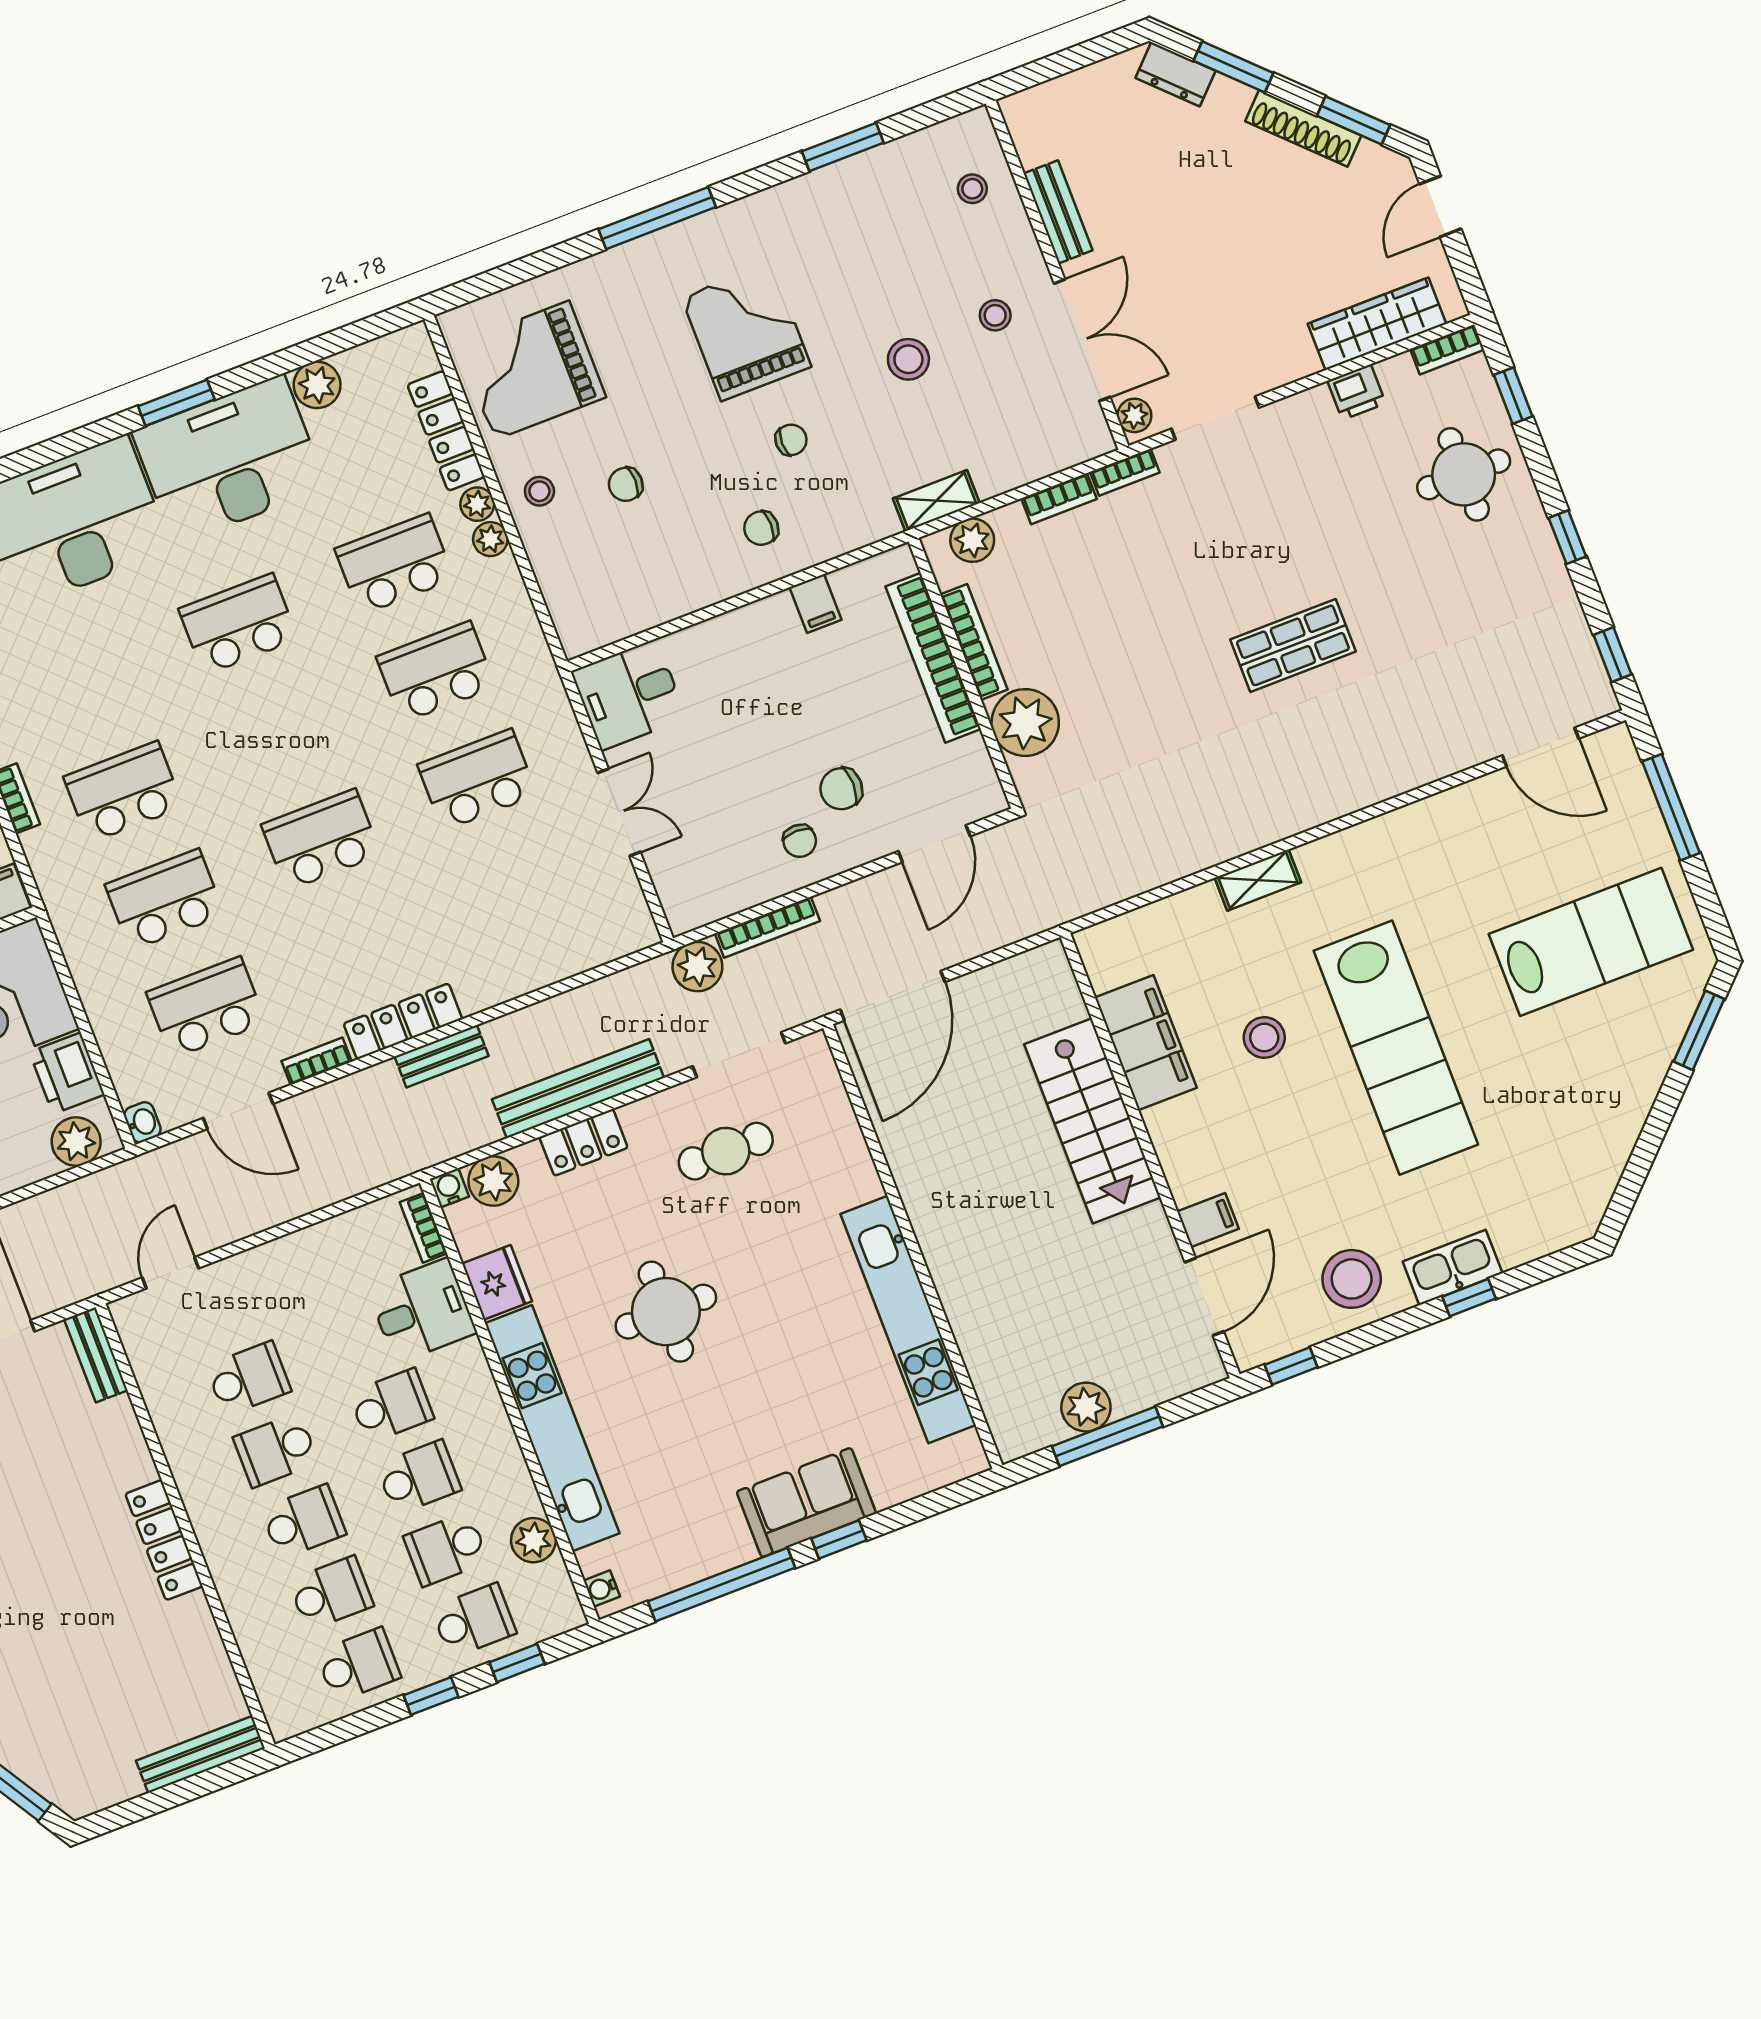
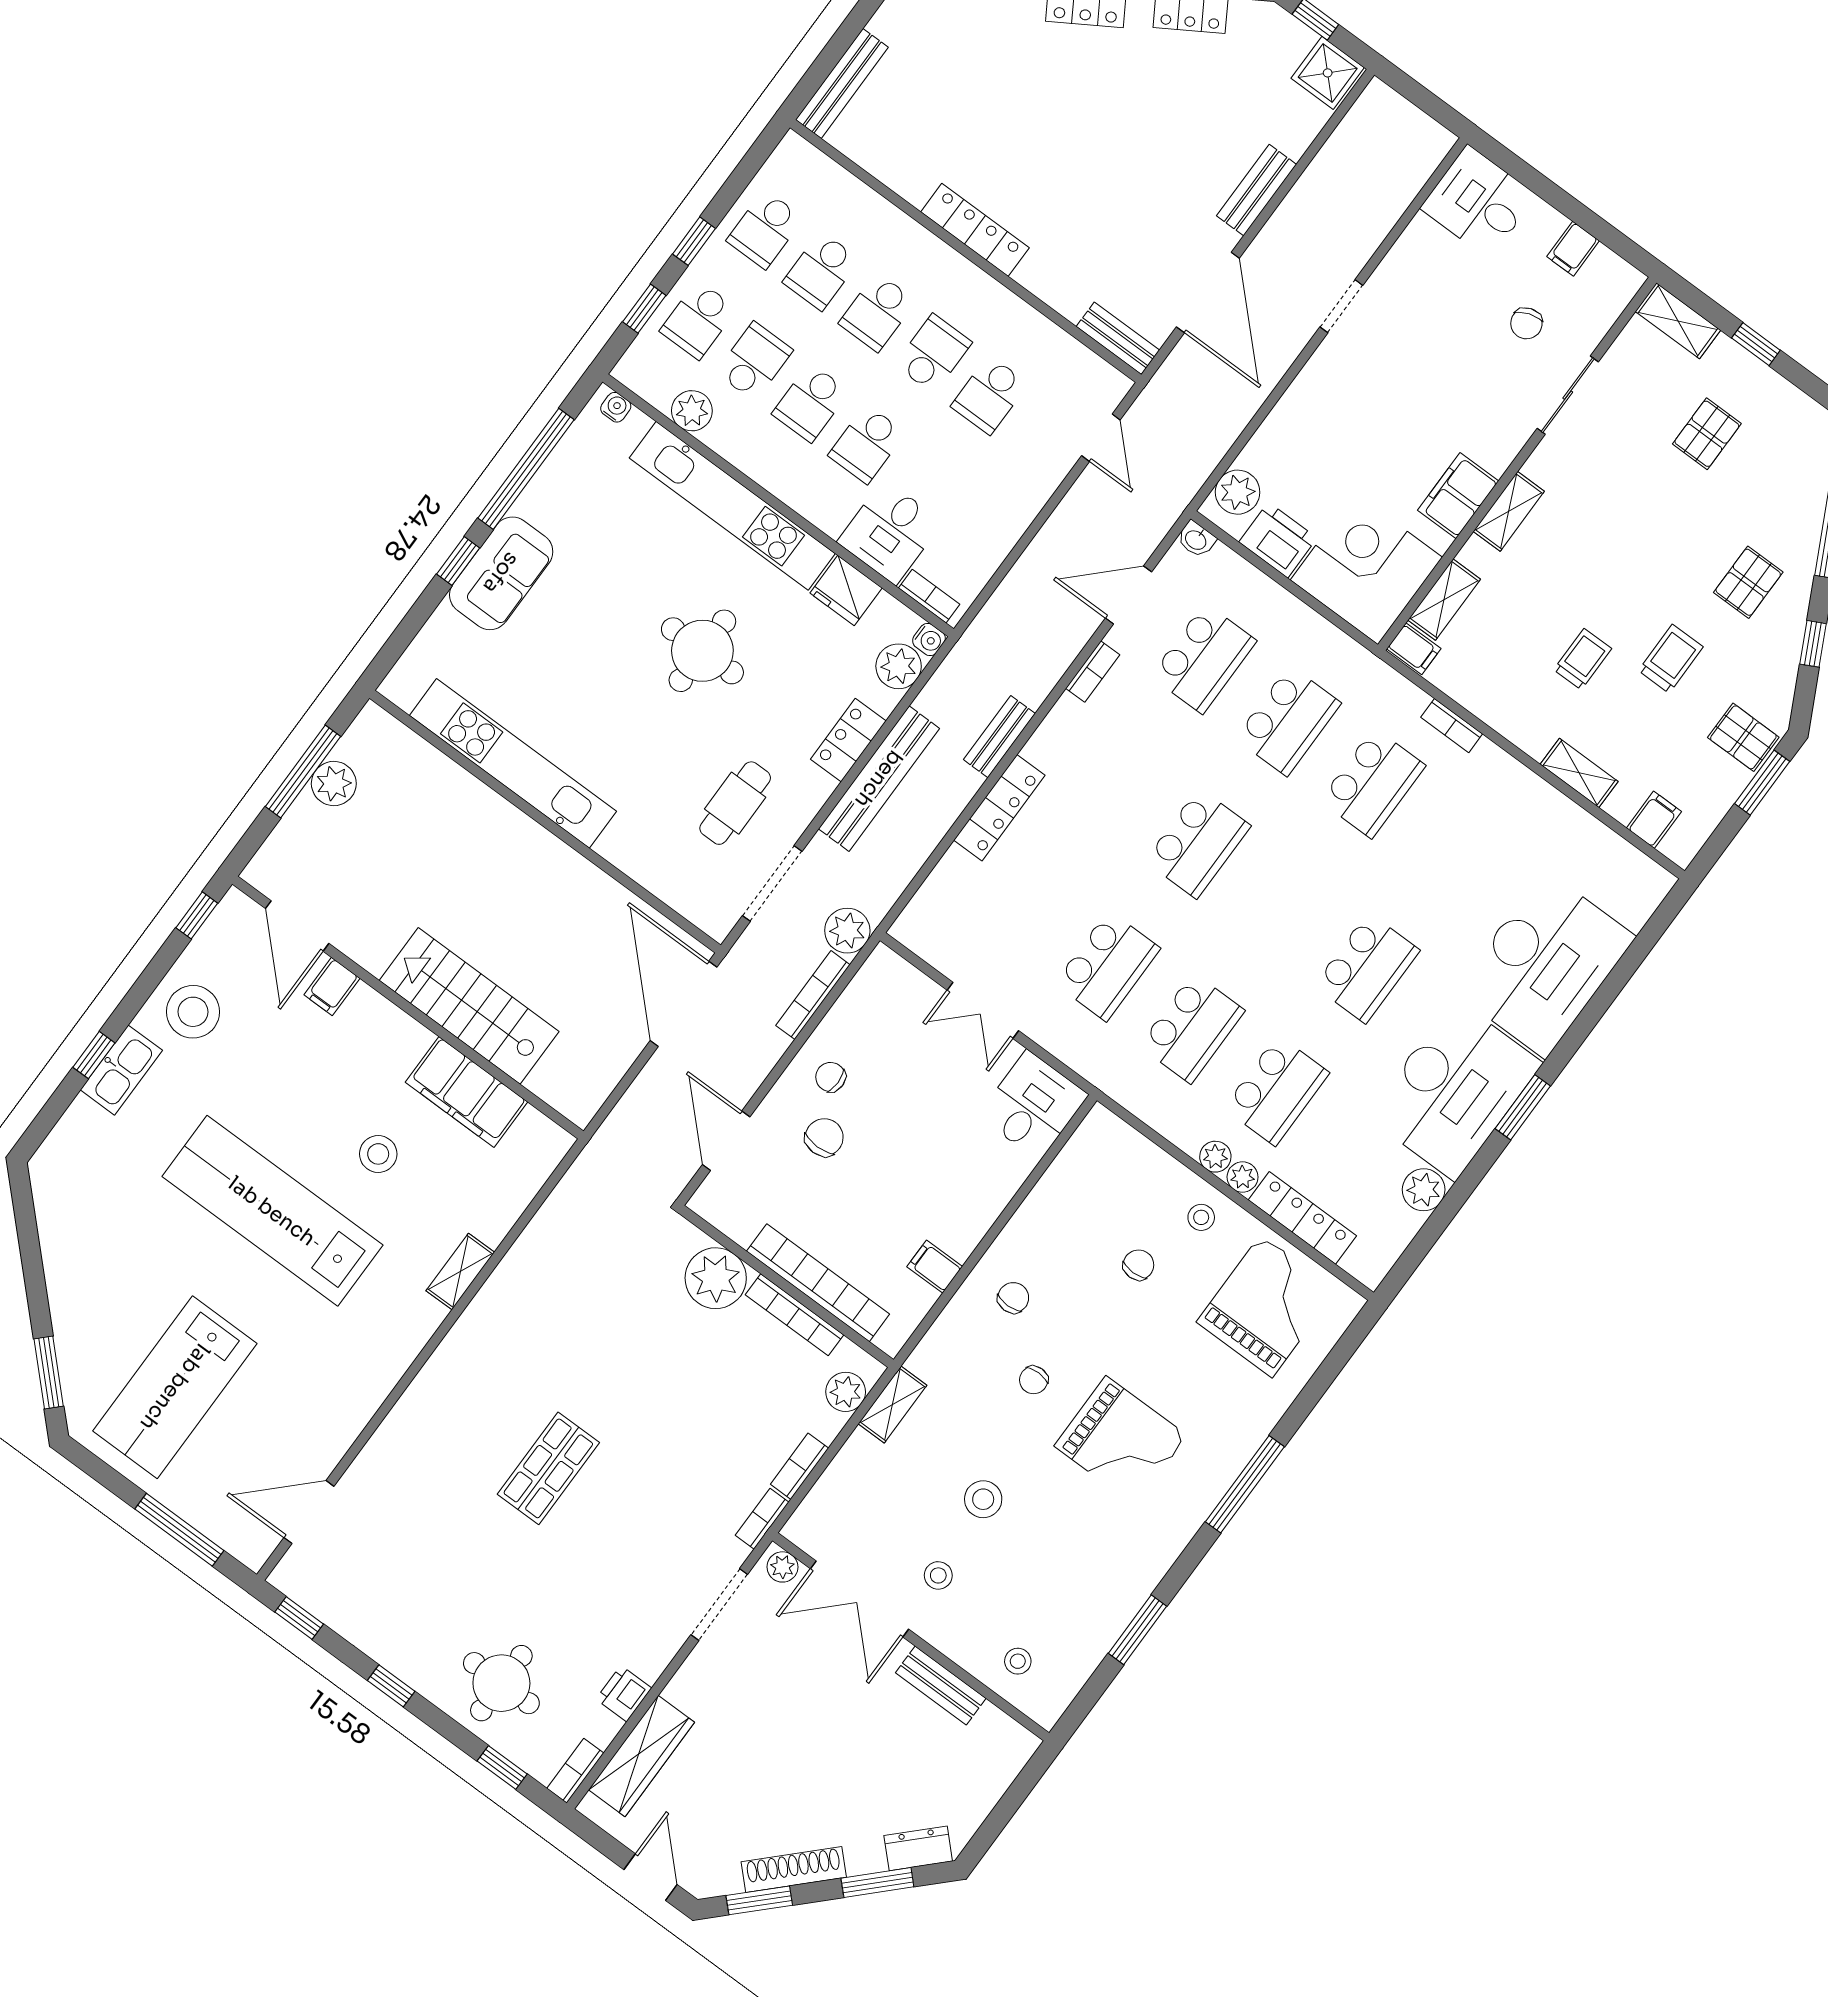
locker: (403, 1021) -> (999, 808), moved

